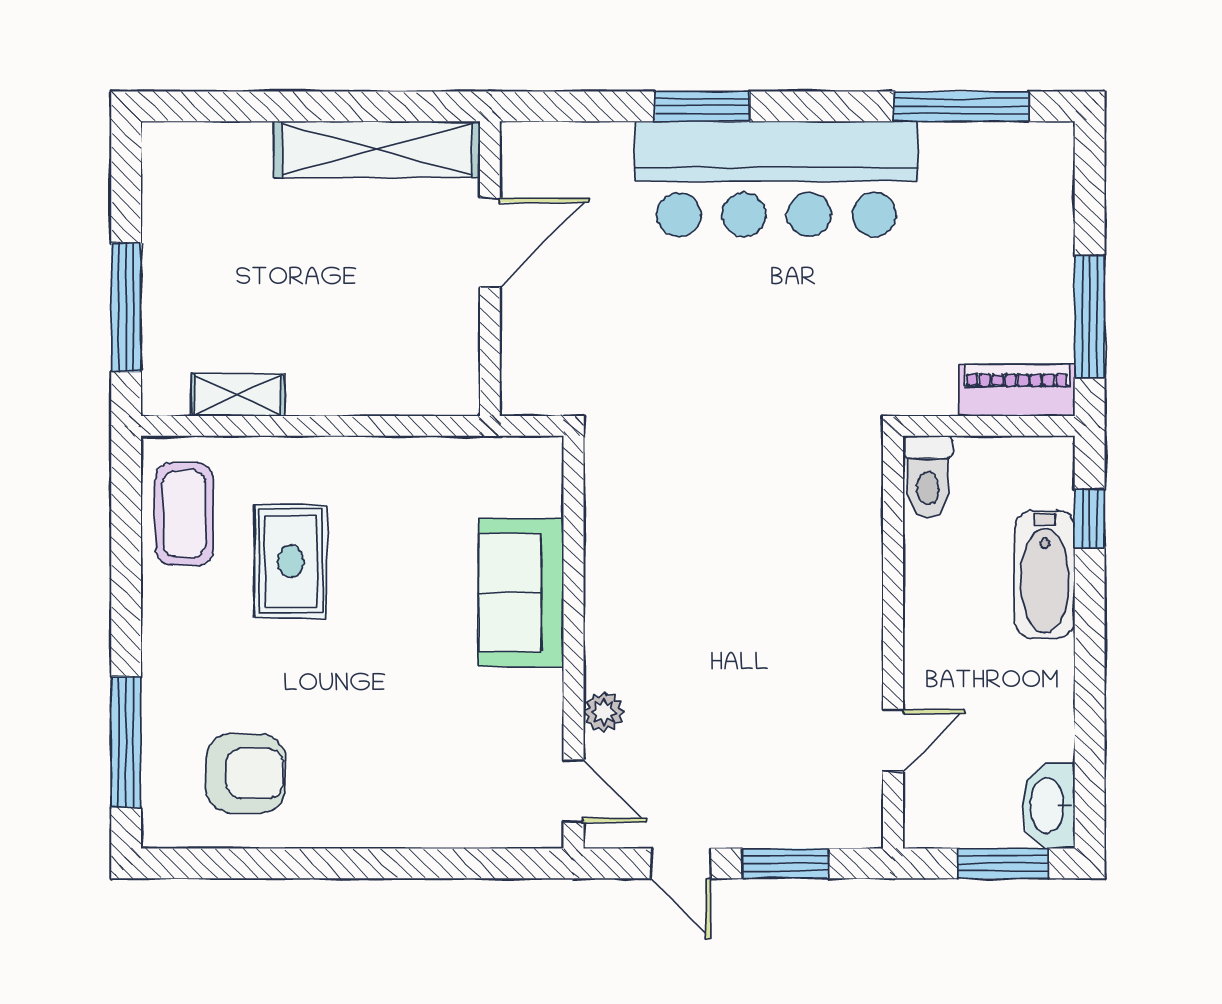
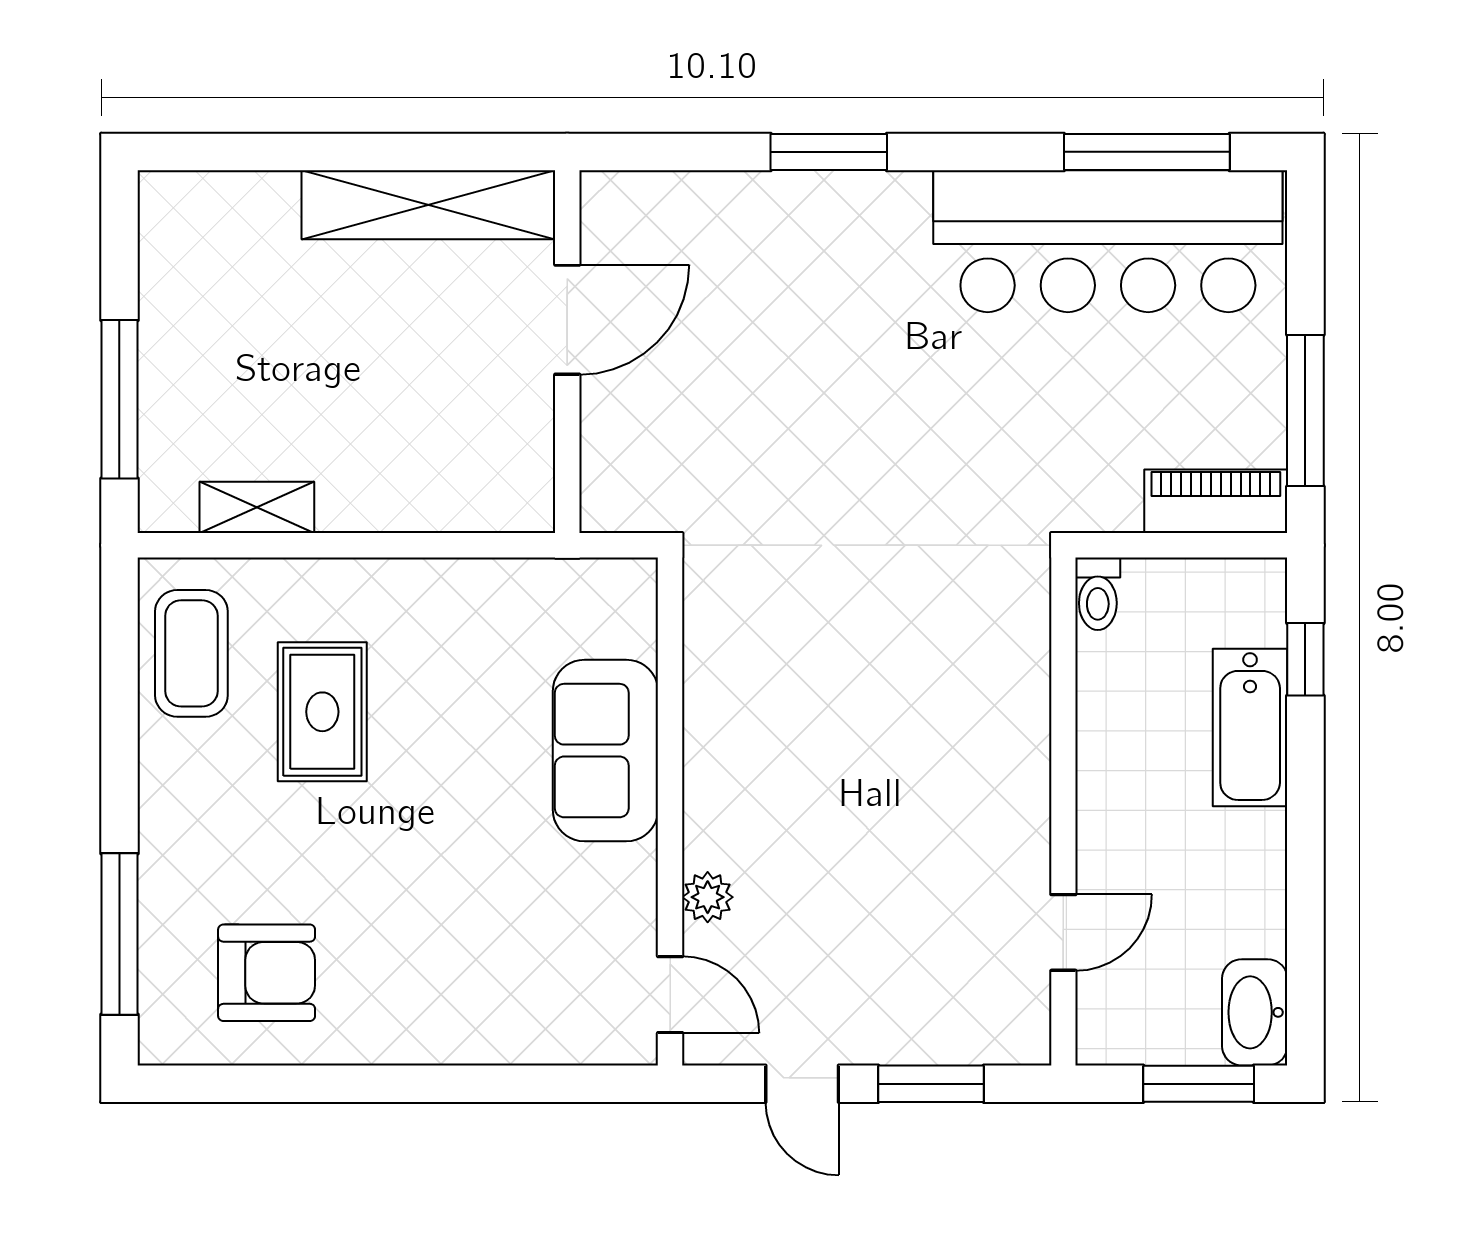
bar counter: (777, 179) -> (1108, 241), moved
toilet: (928, 477) -> (1098, 594), width x0.73, depth x0.72

